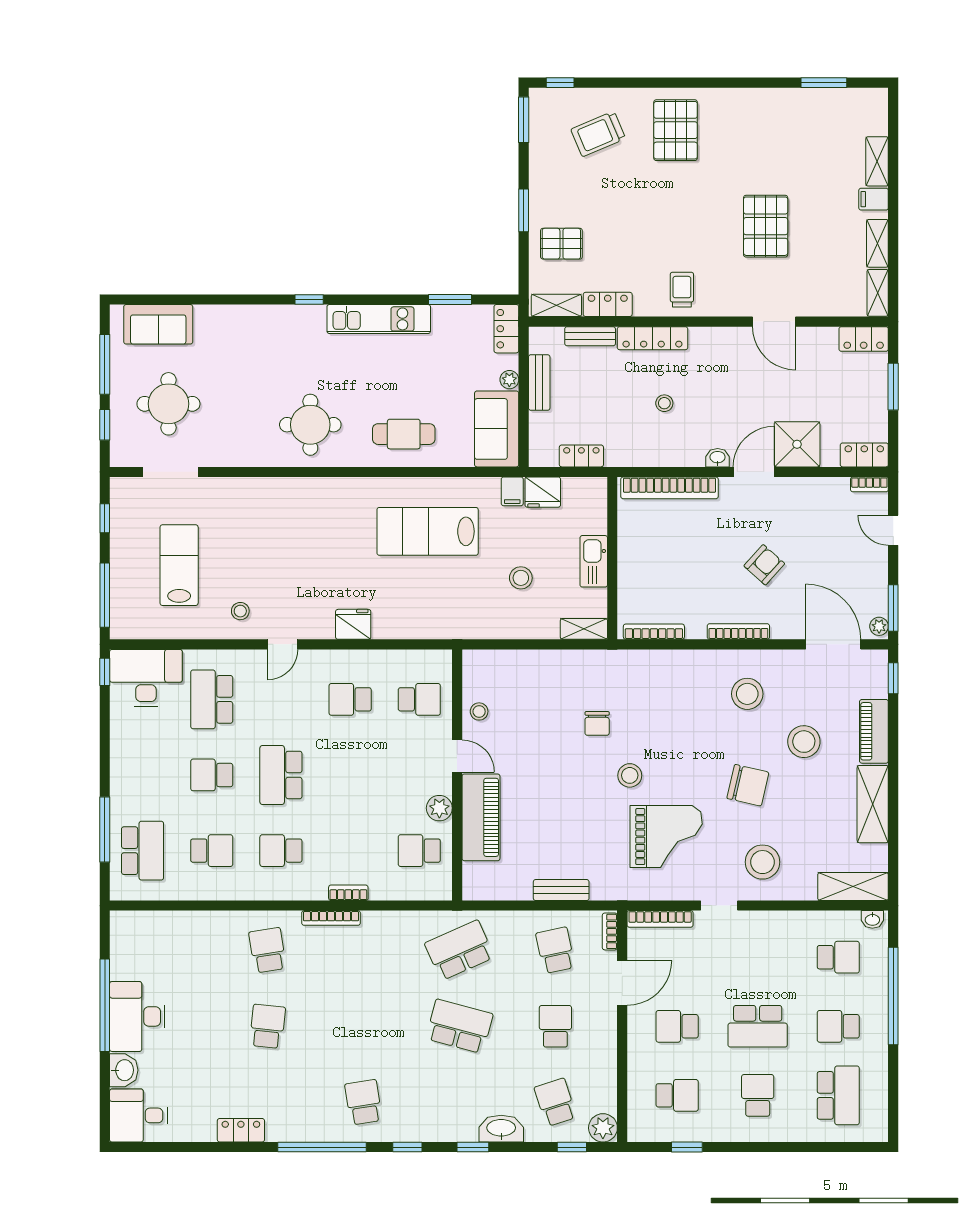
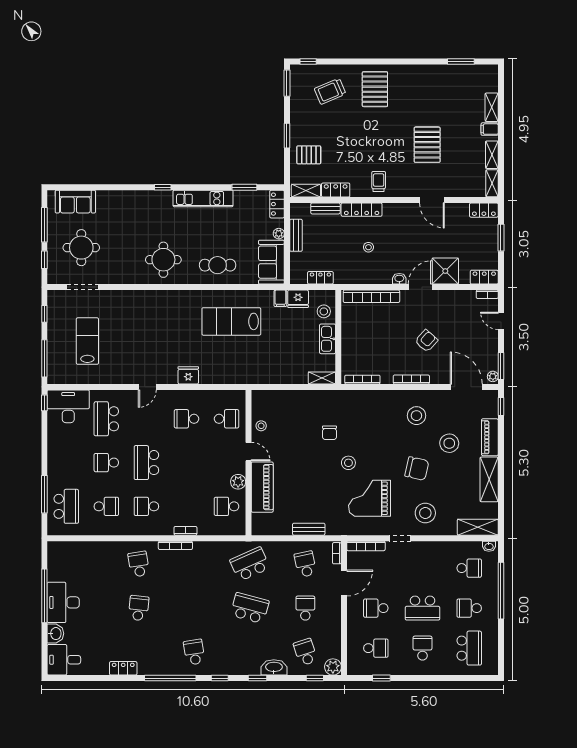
stool: (521, 578) -> (324, 311), moved
stool: (240, 611) -> (123, 368), removed
grand piano: (666, 837) -> (370, 498), turned 180

